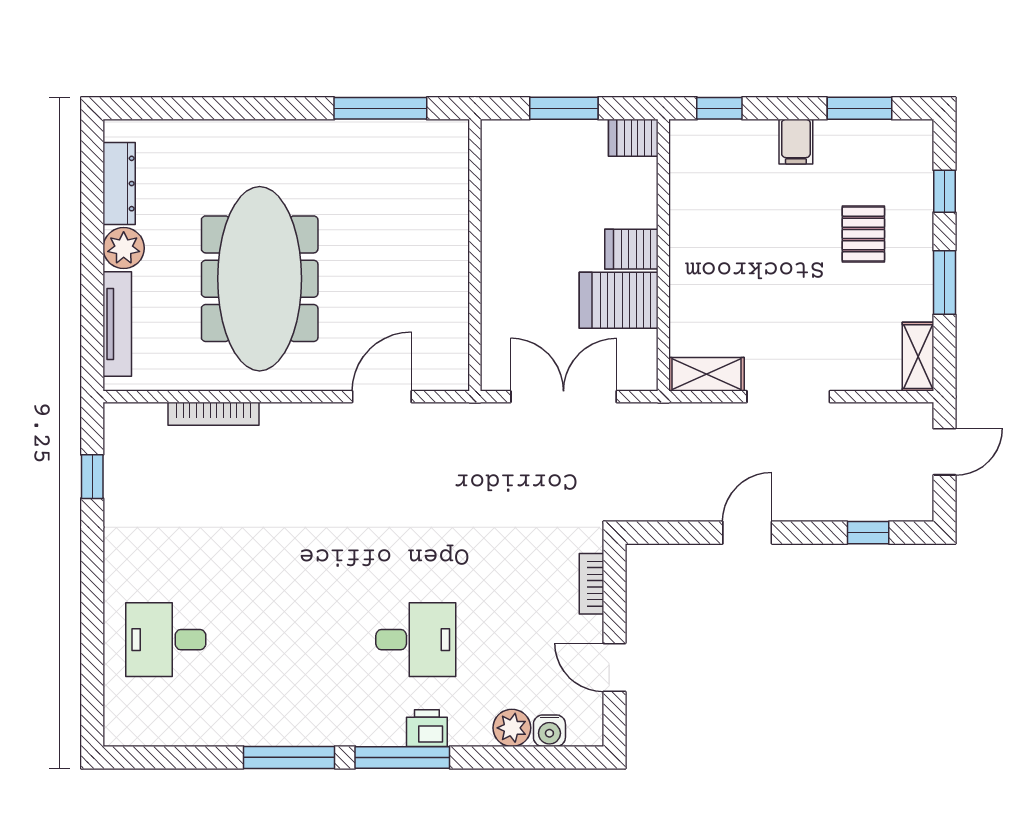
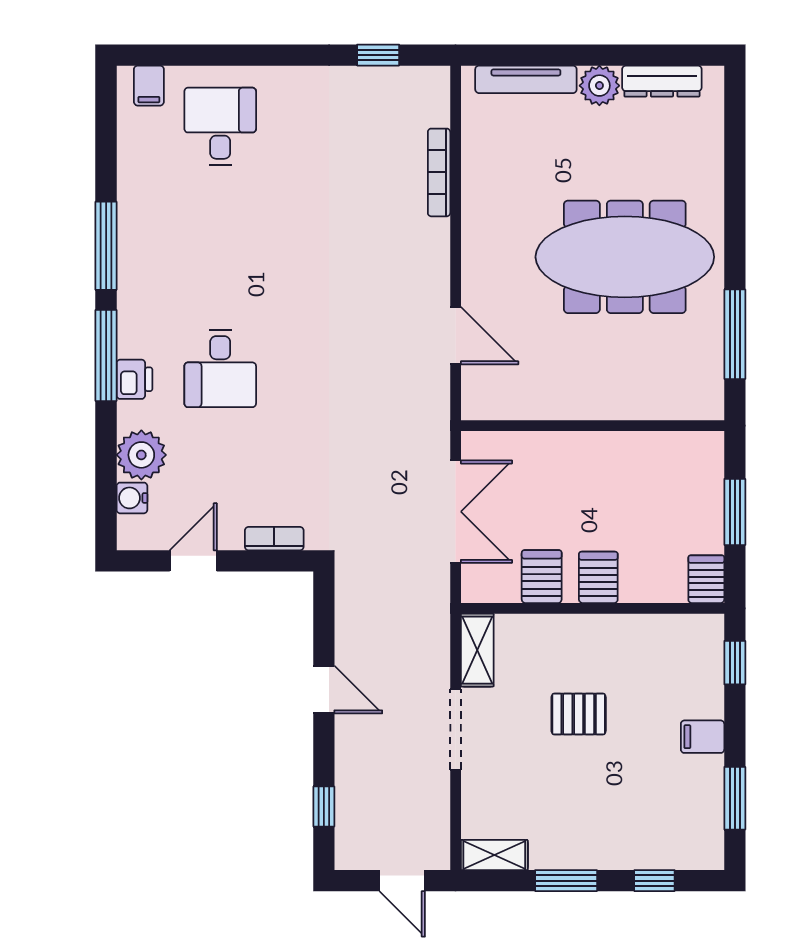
pallet: (863, 234) -> (579, 714), moved
meeting table: (260, 279) -> (625, 257), moved
server rack: (619, 300) -> (542, 577), width x0.73, depth x0.70
filing cabinet: (124, 713) -> (149, 86), added
plant: (512, 728) -> (141, 455), width x1.36, depth x1.36

